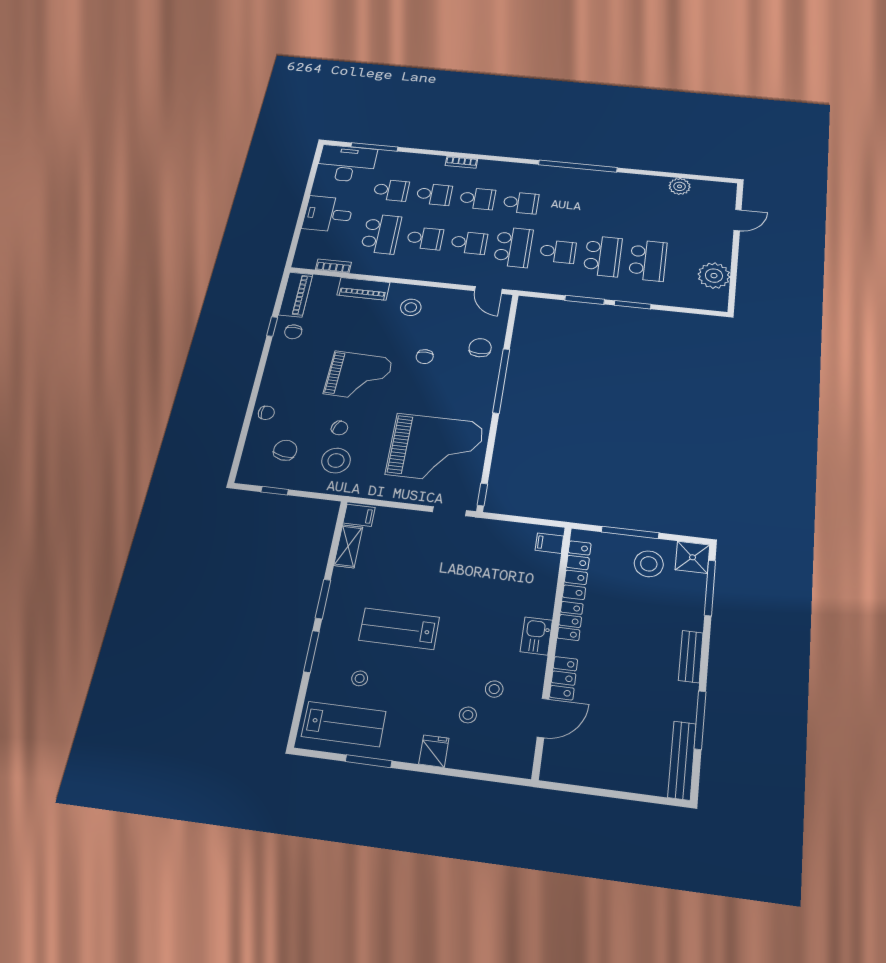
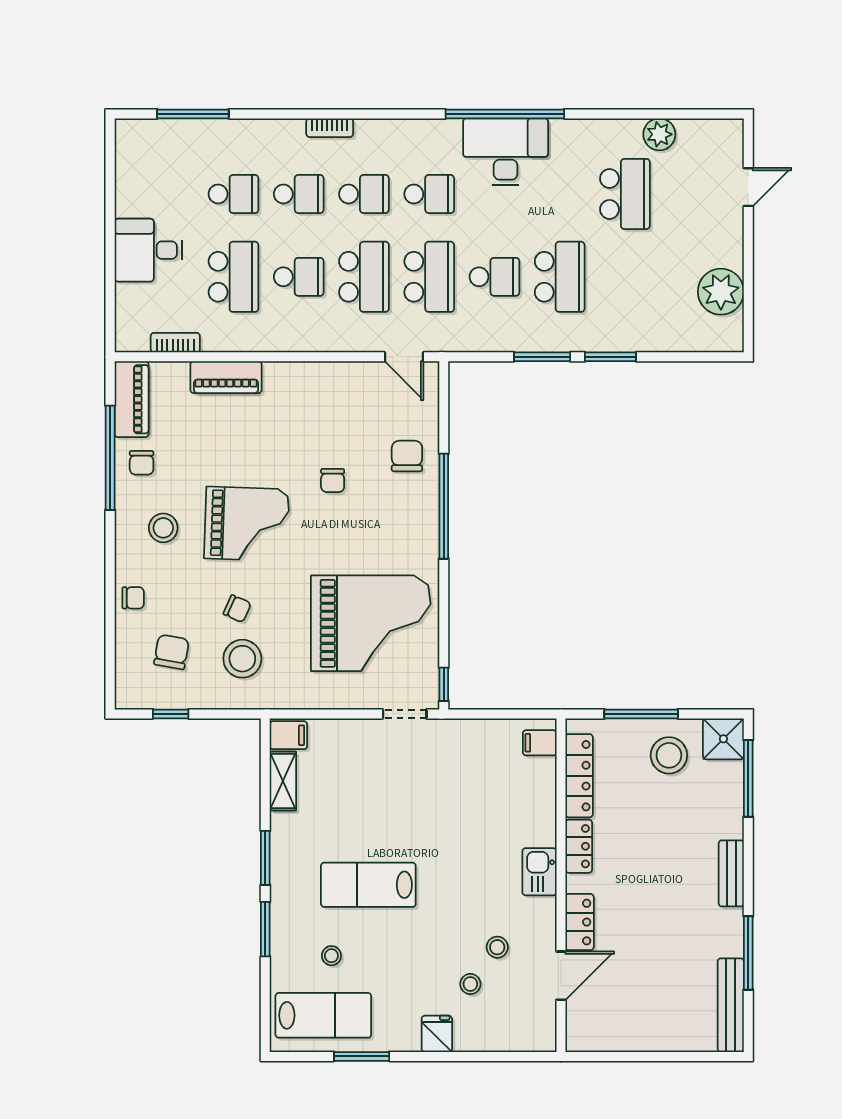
desk: (346, 164) -> (506, 152), moved
school desk: (469, 243) -> (364, 277), width x1.85
school desk: (648, 261) -> (625, 194), moved
stool: (411, 307) -> (163, 528), moved
window: (272, 327) -> (110, 458), width x3.17

